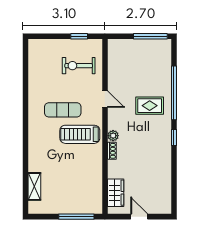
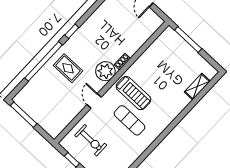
plant: (113, 136) -> (105, 71), width x1.87, depth x1.87
wardrobe: (116, 193) -> (146, 31), removed

